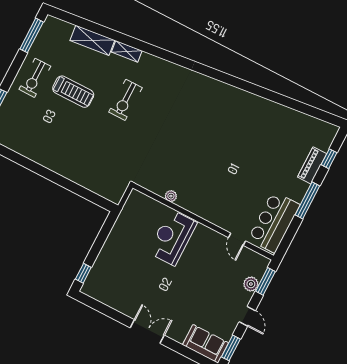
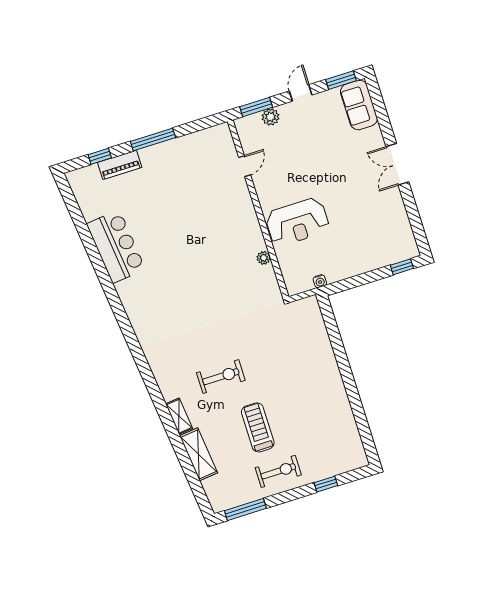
water cooler: (124, 216) -> (320, 281), added
bar counter: (274, 222) -> (116, 247), moved, turned -96

